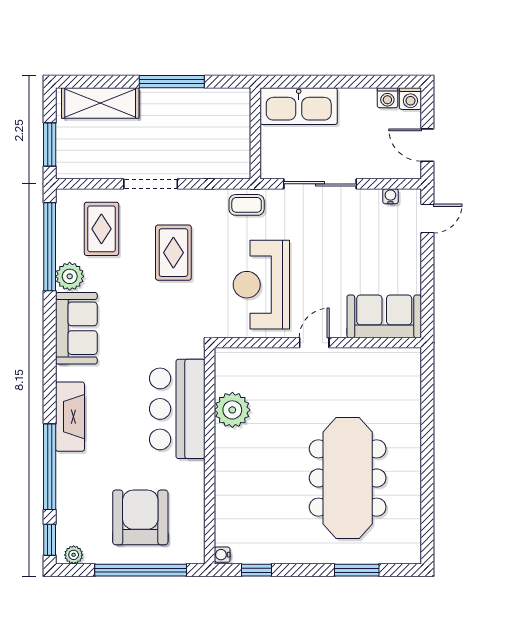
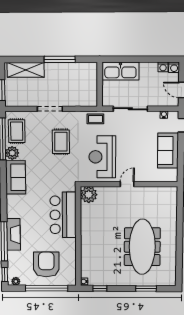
rug: (101, 229) -> (17, 131), moved
sofa: (384, 316) -> (168, 151), moved, turned -90
plant: (232, 410) -> (89, 195), moved
fireplace: (70, 417) -> (13, 234), moved

